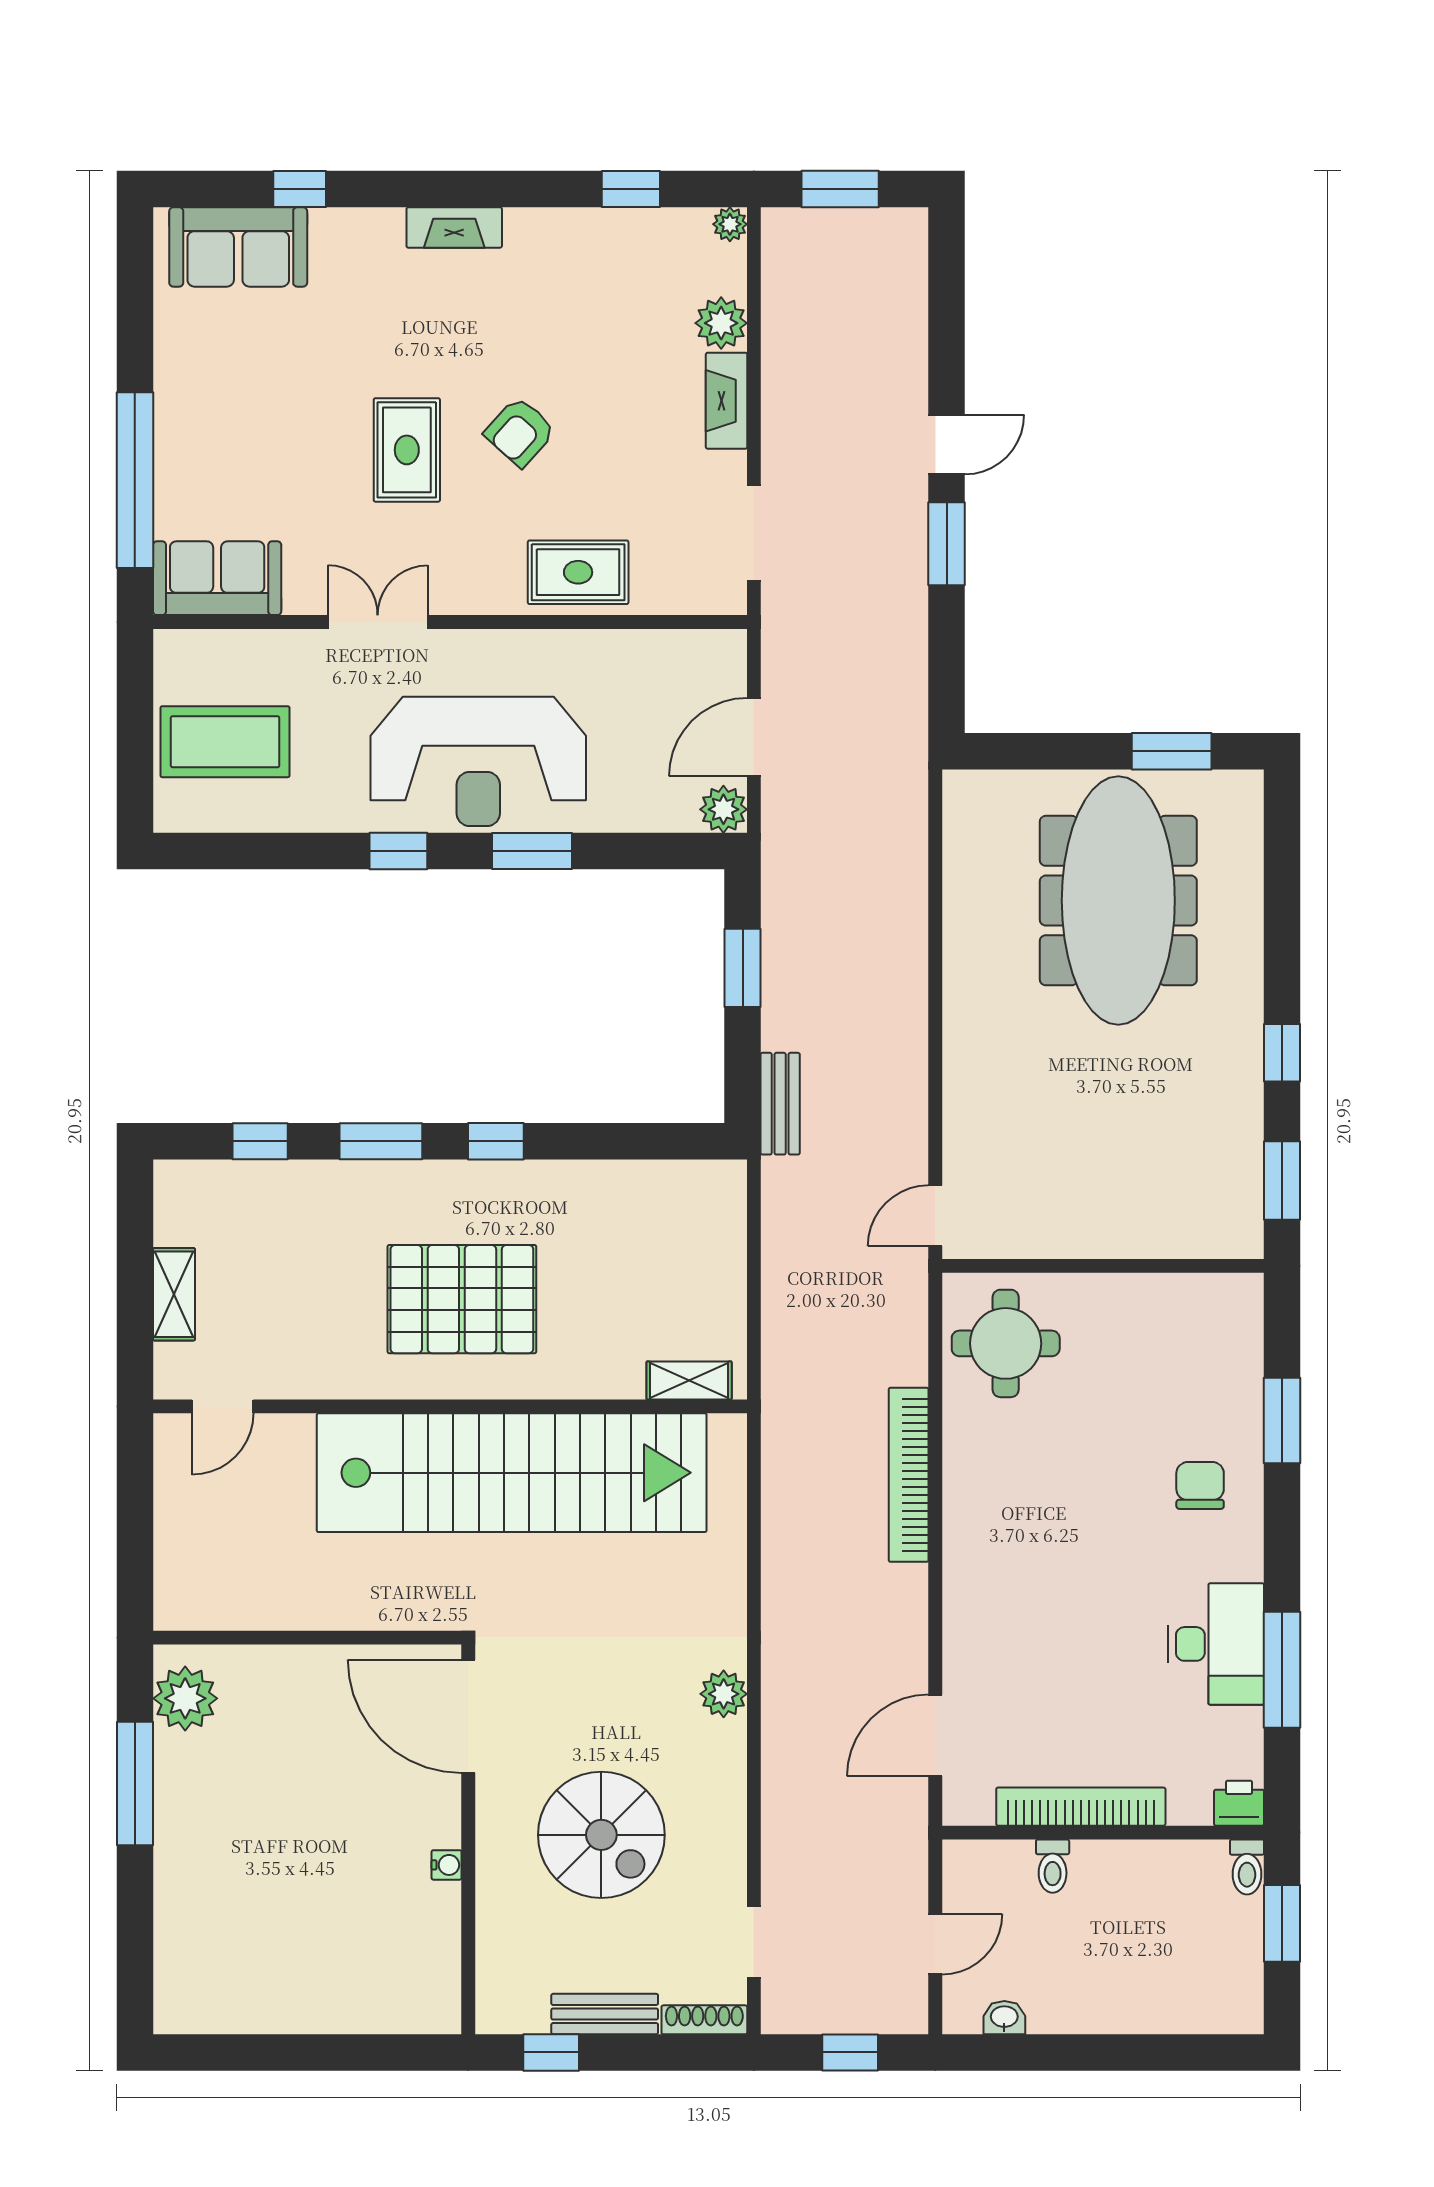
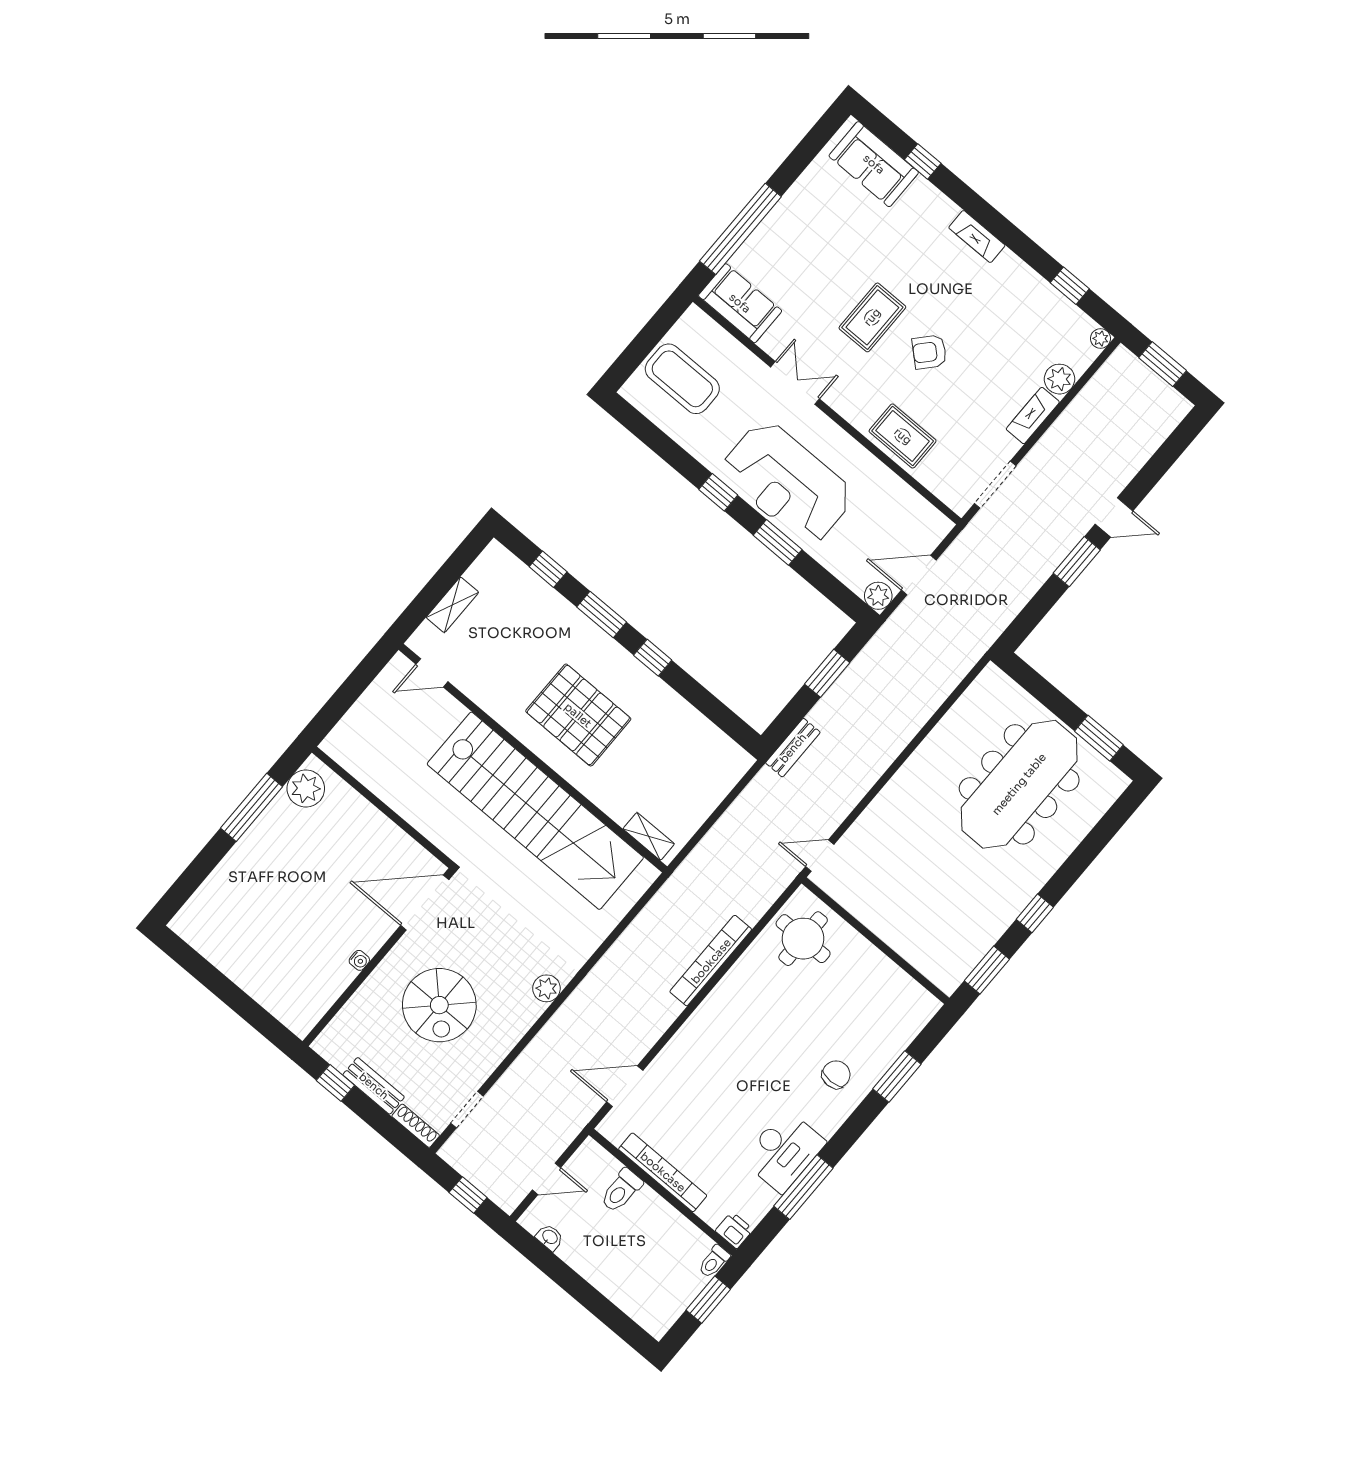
door: (468, 1716) -> (425, 903), hinge flipped
toilet: (1053, 1866) -> (621, 1190), width x1.37, depth x1.39

